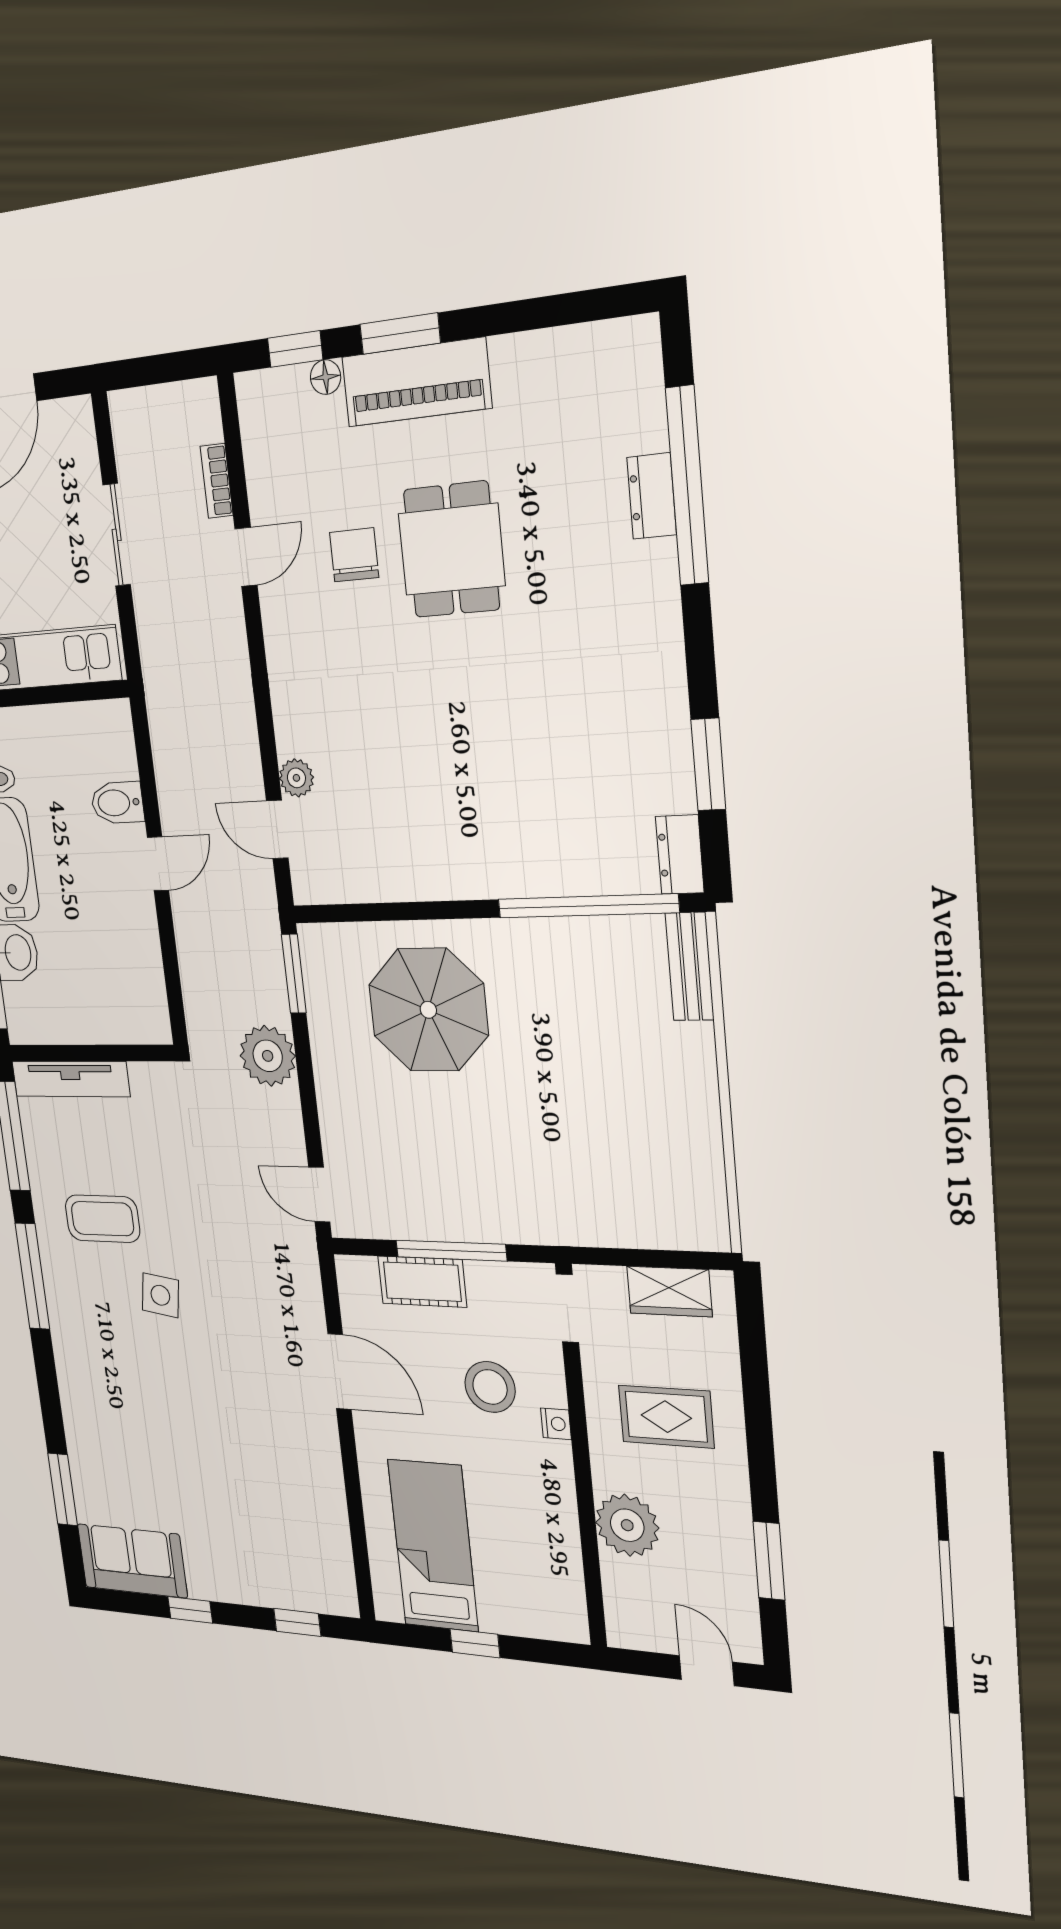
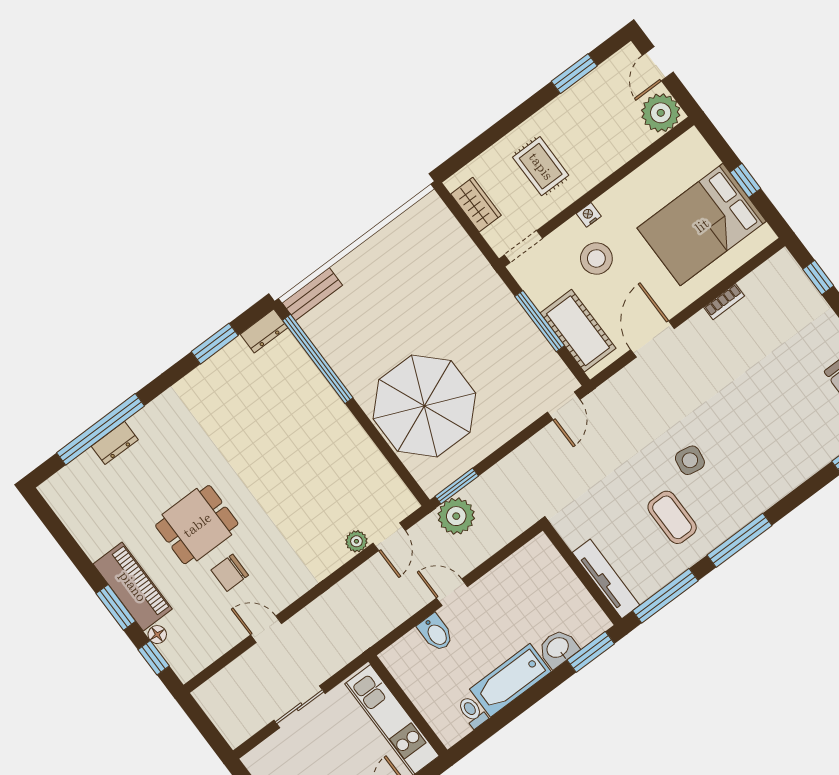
bookcase: (217, 481) -> (724, 302), moved
parasol: (428, 1010) -> (424, 406), width x1.36, depth x1.36
plant: (268, 1056) -> (456, 516), moved
cot: (422, 1282) -> (578, 331), width x1.37, depth x1.34
plant: (627, 1525) -> (661, 113), moved
bed: (433, 1546) -> (702, 225), width x1.50

